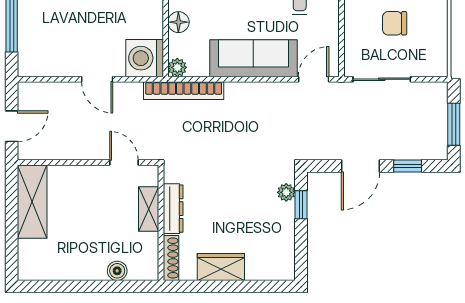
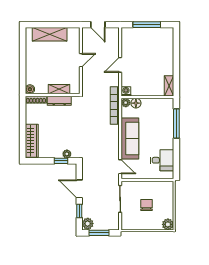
floor lamp: (178, 22) -> (136, 103), moved
washing machine: (145, 58) -> (126, 91), width x0.53, depth x0.53
plant: (434, 148) -> (88, 224), added
door: (124, 163) -> (81, 60), moved
shelving: (32, 202) -> (50, 34), moved
wardrobe: (221, 267) -> (32, 141), moved, width x1.50
boiler: (117, 271) -> (30, 89), moved

